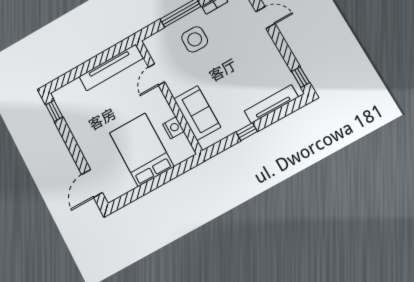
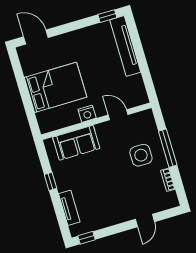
tv unit: (111, 68) -> (125, 46), moved
tv unit: (271, 104) -> (69, 208), width x0.71
nightstand: (173, 128) -> (87, 114), moved

